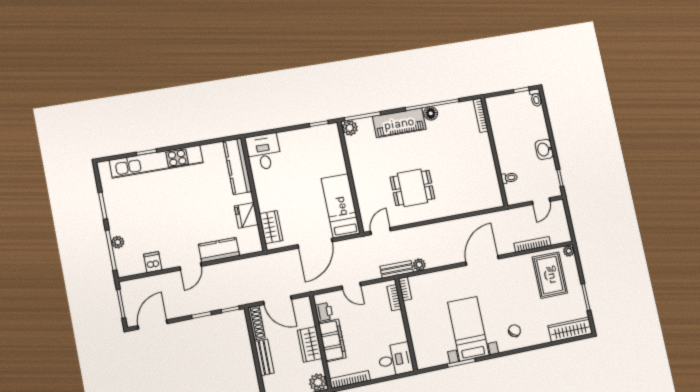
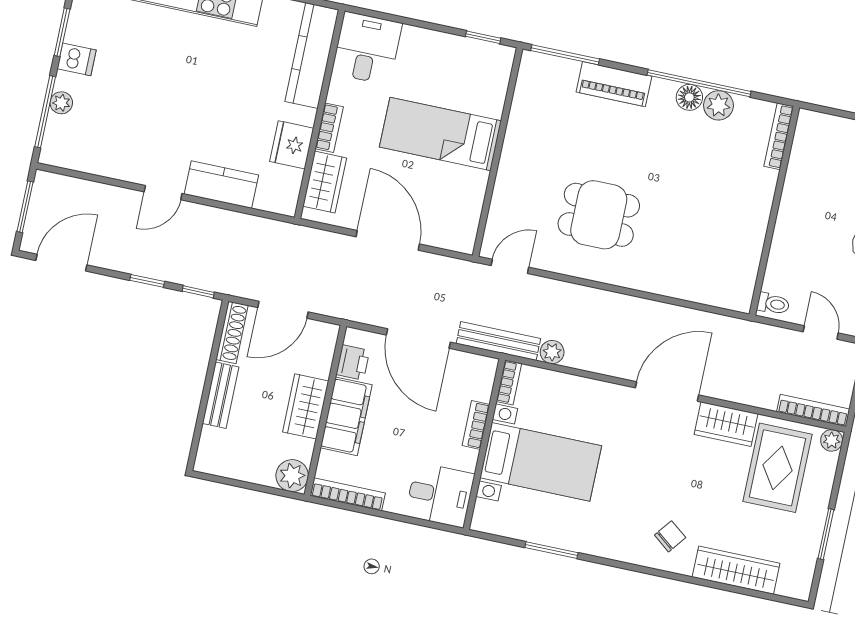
piano: (399, 123) -> (614, 84), width x0.73, depth x0.75
plant: (350, 128) -> (718, 105), moved
toilet: (509, 178) -> (773, 304), moved
bookcase: (262, 199) -> (329, 128), added
door: (541, 201) -> (821, 332), swing flipped
bed: (341, 206) -> (440, 134), moved, turned -90
door: (315, 243) -> (388, 240), swing flipped
bookcase: (532, 244) -> (813, 410), moved
dishwasher: (153, 262) -> (77, 59), moved, turned 90
wardrobe: (517, 264) -> (726, 424), added
bench: (397, 269) -> (498, 341), width x1.36
door: (351, 286) -> (418, 339), width x1.88
bookcase: (394, 298) -> (476, 425), moved
door: (277, 300) -> (283, 310), hinge flipped
bed with nightstands: (468, 329) -> (541, 462), moved, turned 90
wardrobe: (570, 330) -> (736, 570), moved

